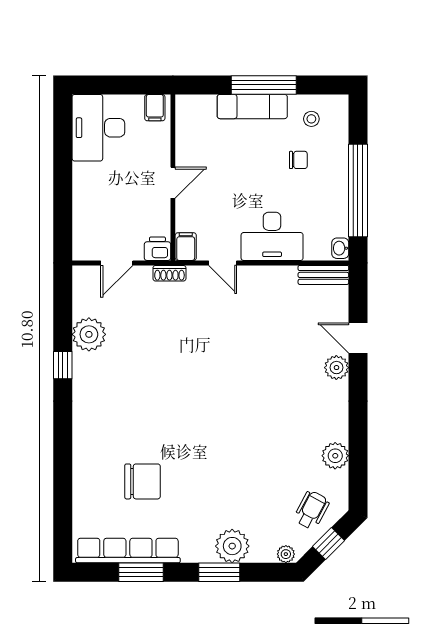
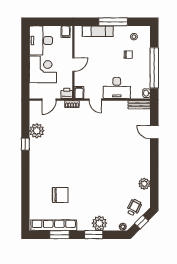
exam couch: (252, 107) -> (98, 31), moved
corner desk: (103, 194) -> (43, 69), added
plant: (336, 368) -> (145, 145), removed

